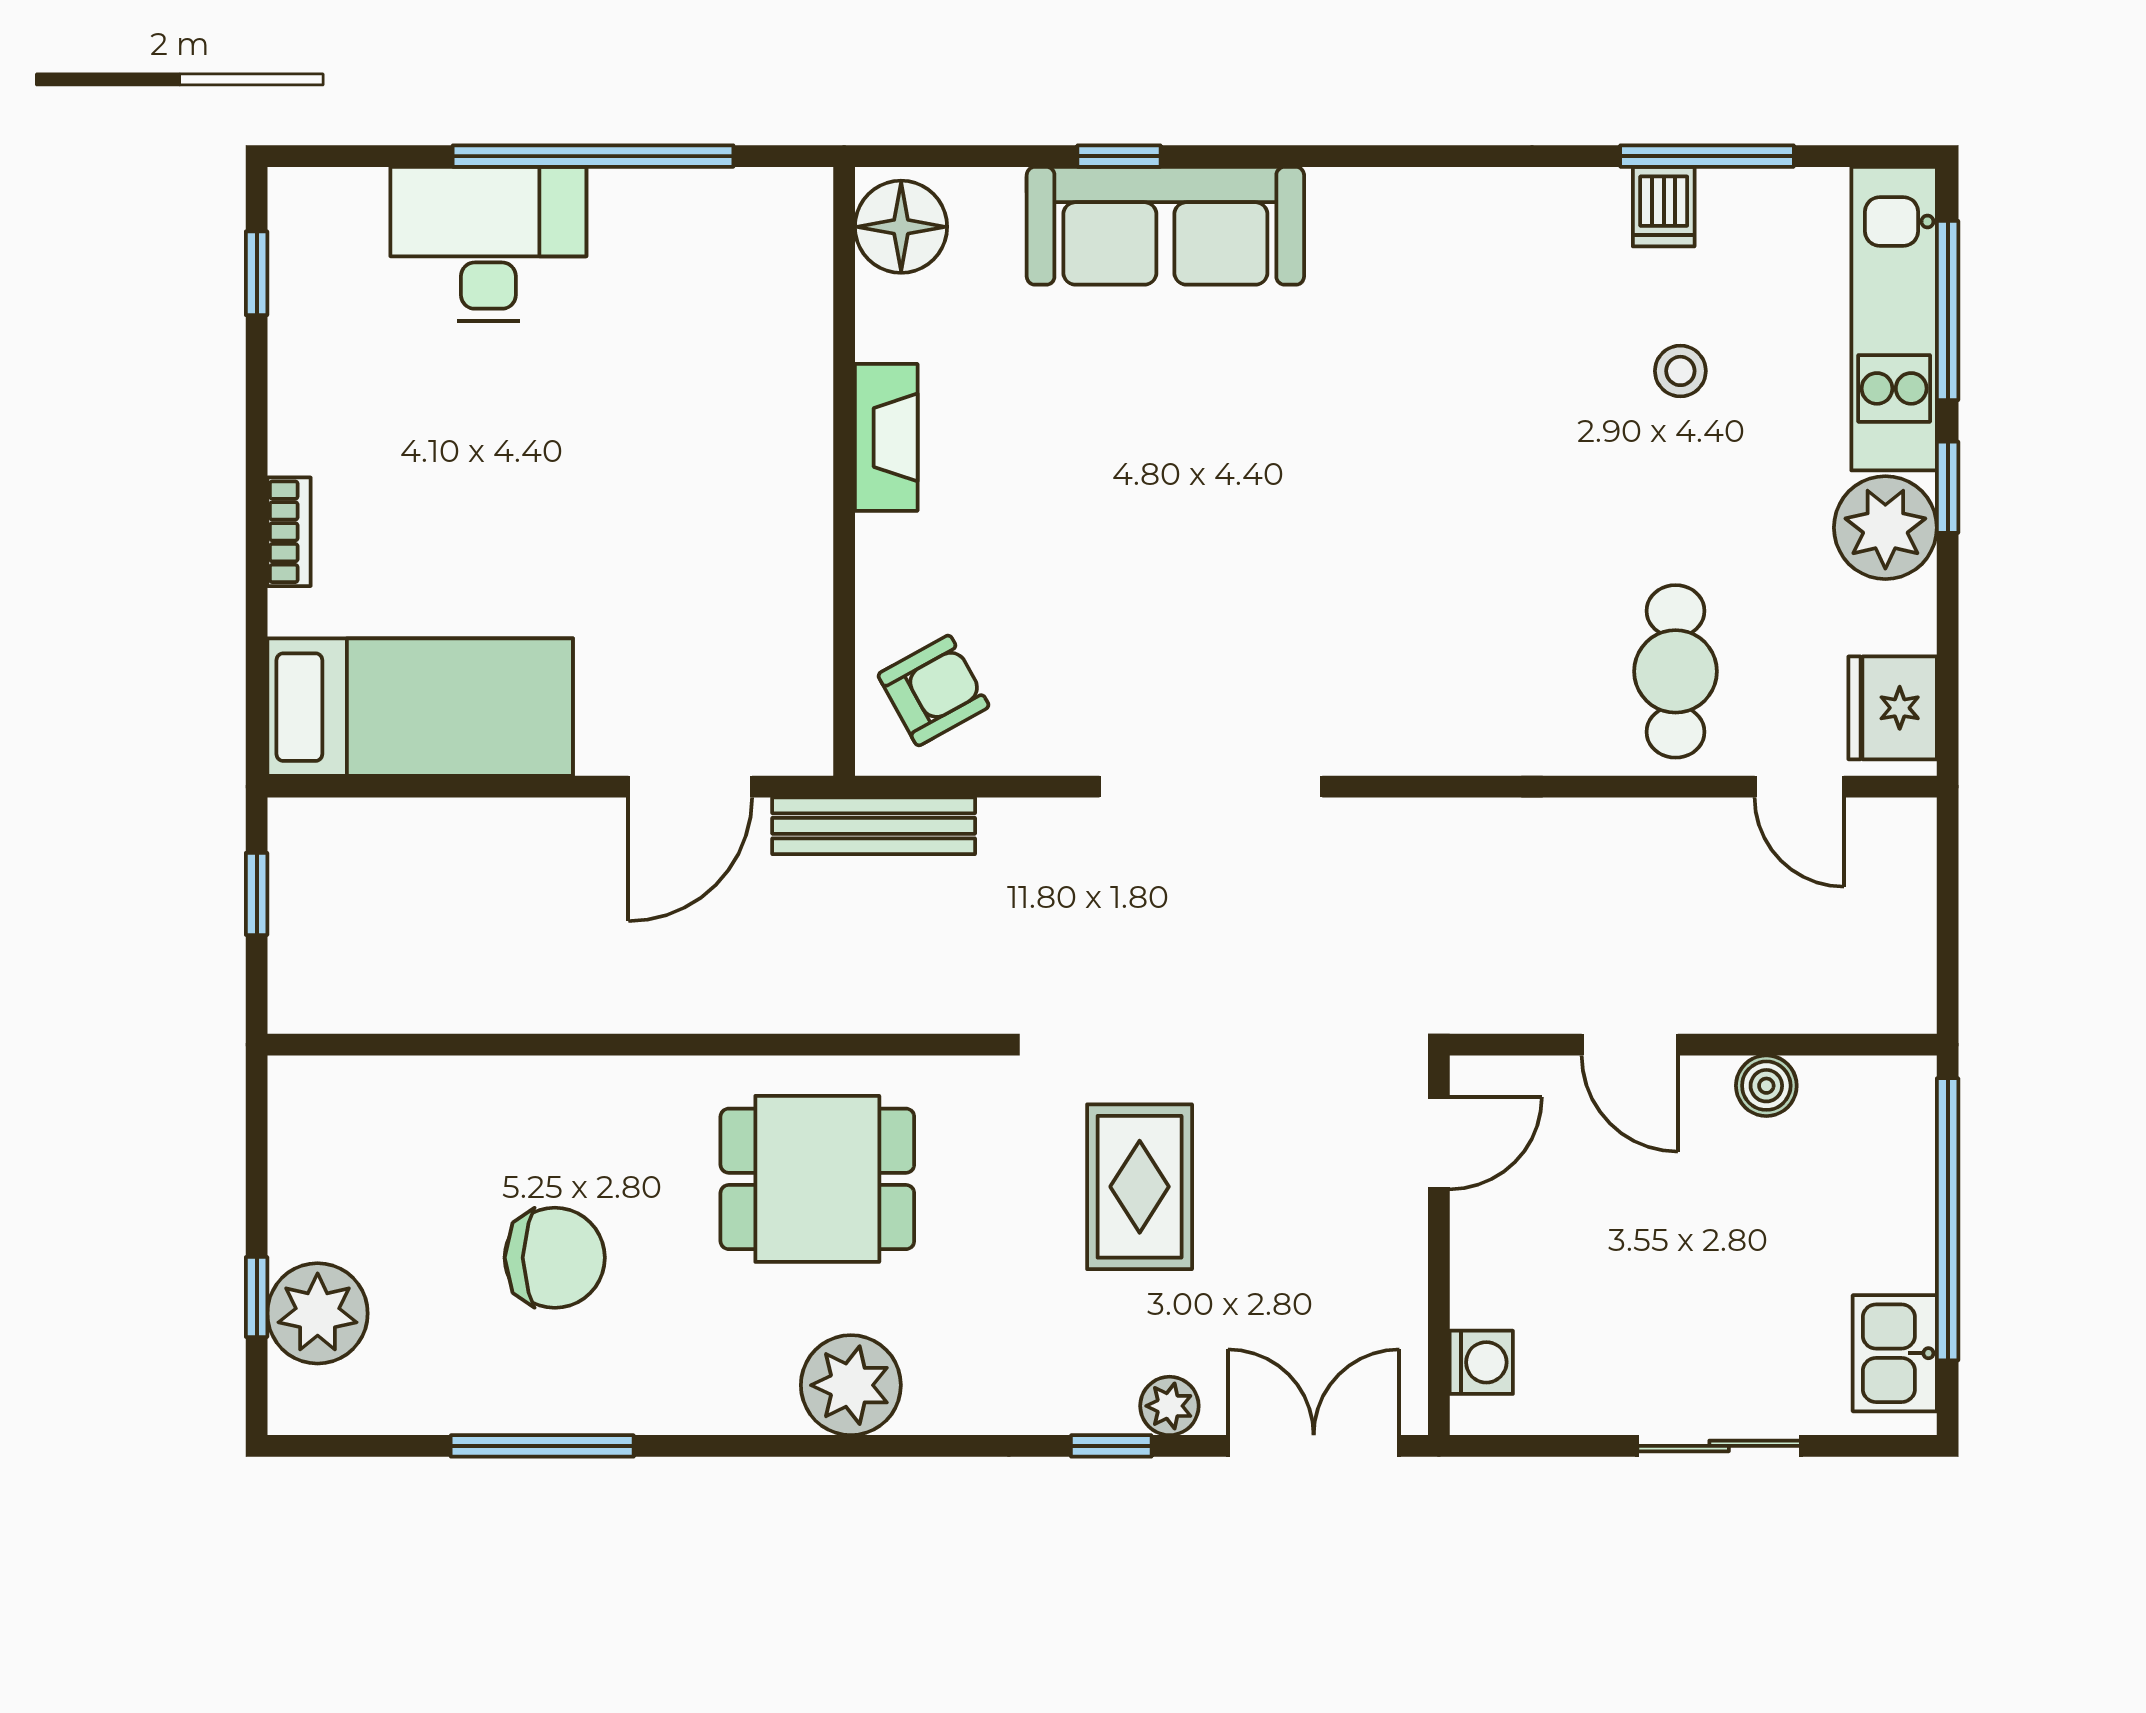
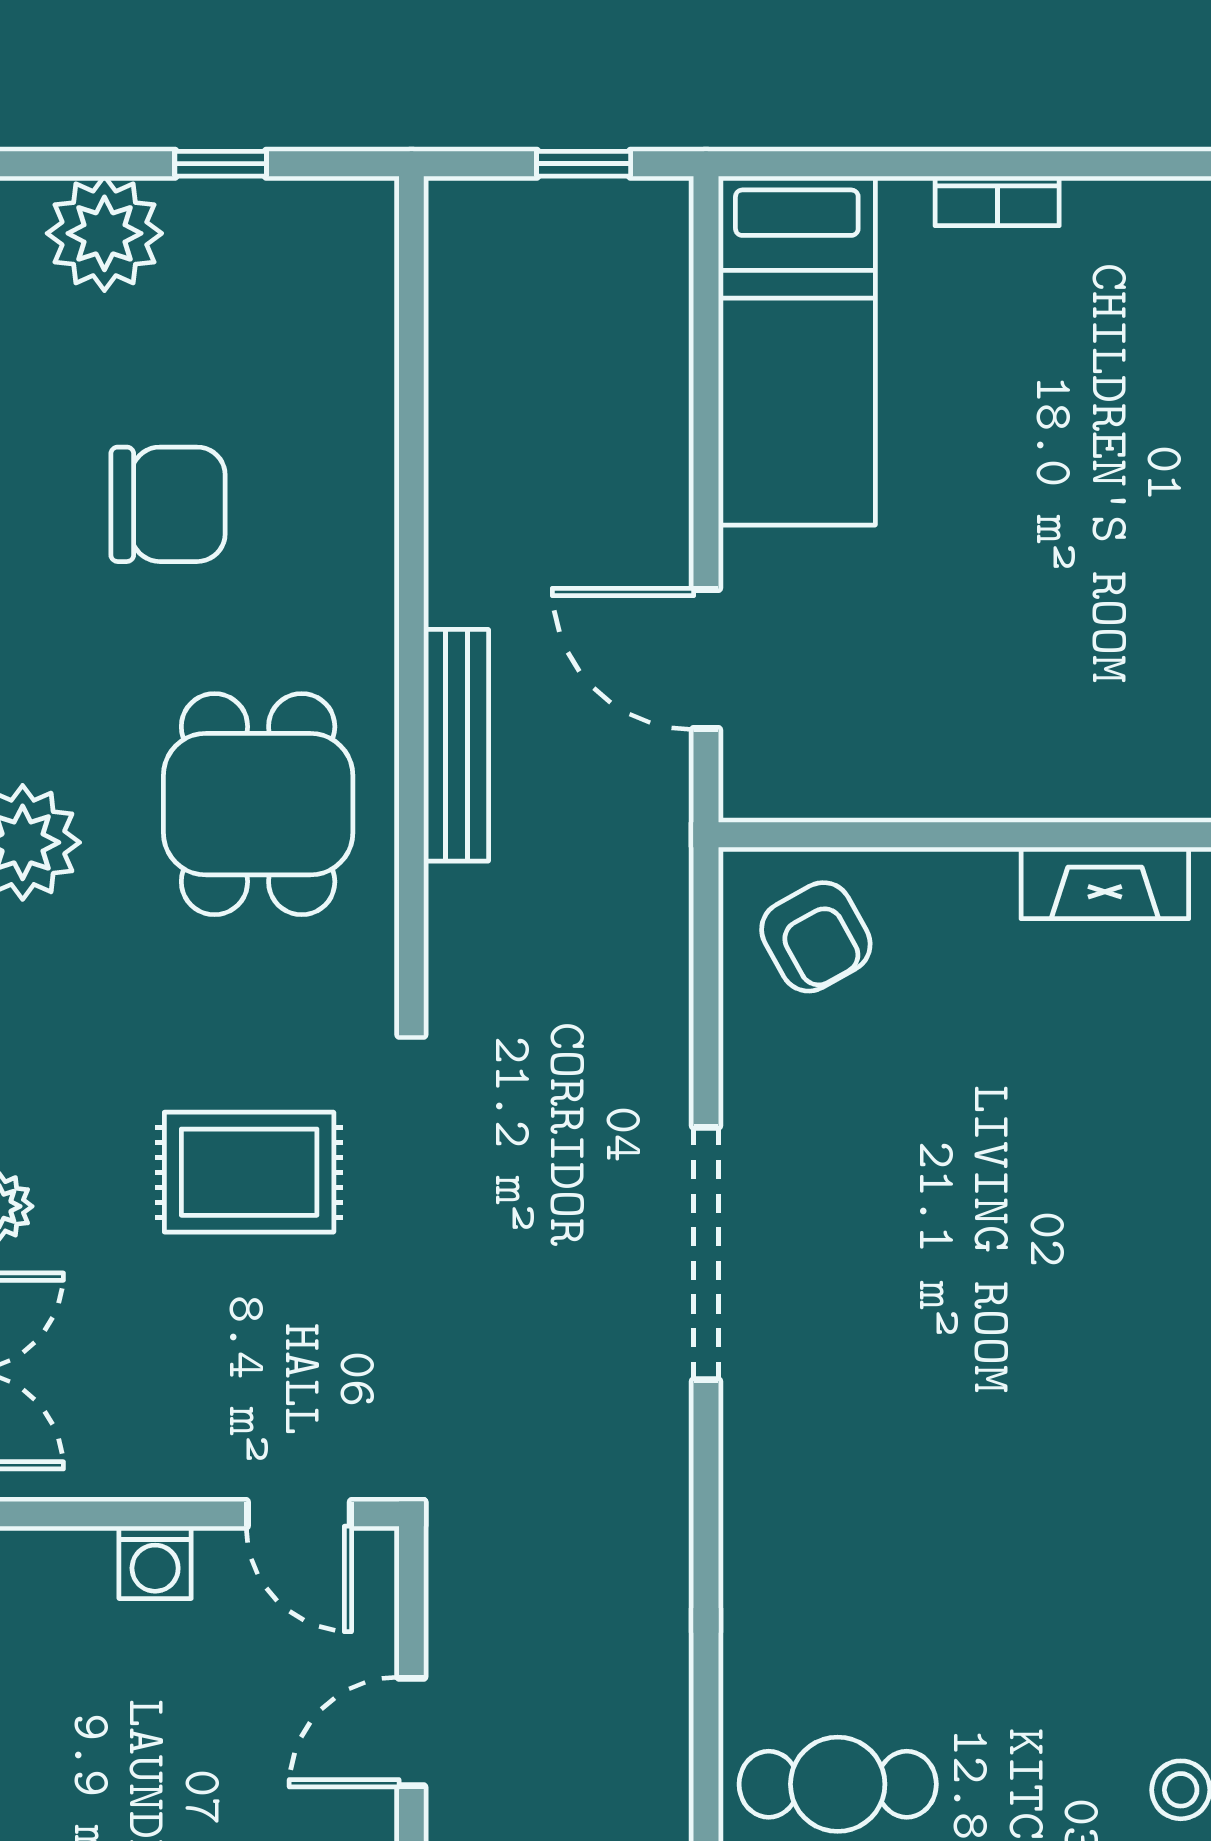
bench: (874, 826) -> (456, 745), moved
chair: (555, 1258) -> (168, 504), turned -90
window: (257, 1297) -> (221, 164), moved
washing machine: (1481, 1362) -> (155, 1562), moved

